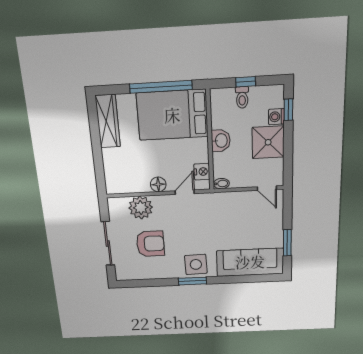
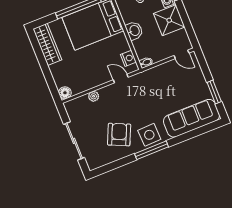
floor lamp: (158, 184) -> (65, 93), moved
door: (185, 192) -> (121, 78), hinge flipped
plant: (141, 208) -> (94, 96), width x0.53, depth x0.53
armchair: (150, 244) -> (119, 135), moved, turned -66
window: (193, 281) -> (152, 150), width x1.44

